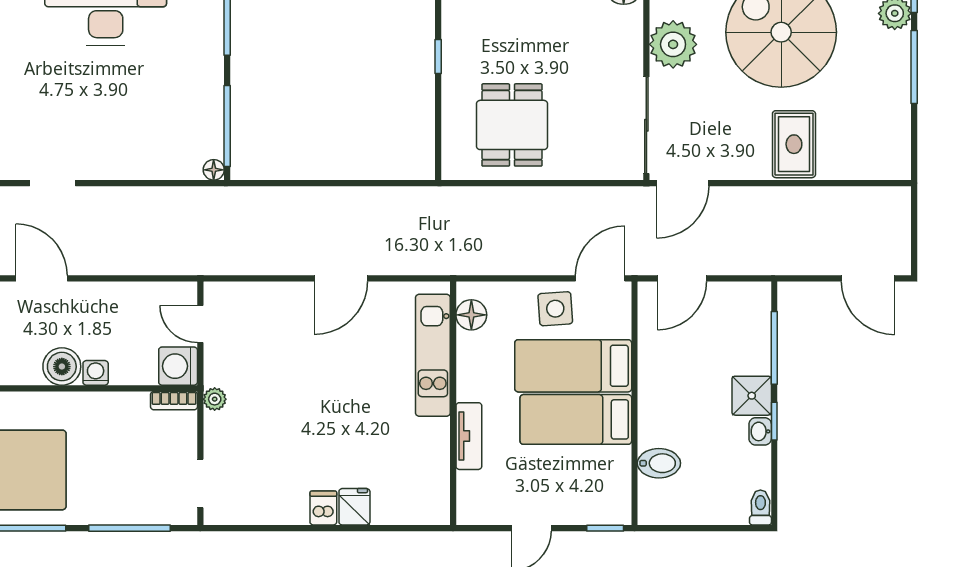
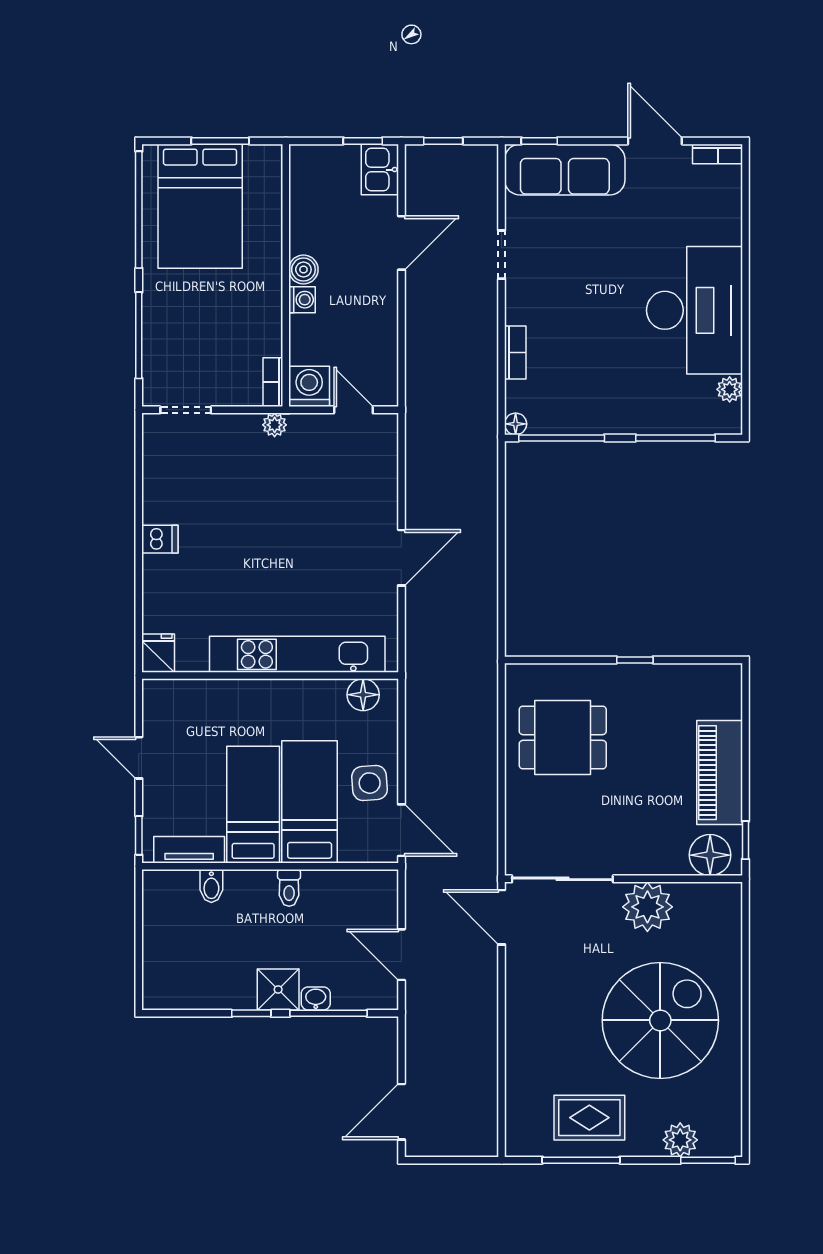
window: (914, 67) -> (581, 1160), moved
rug: (794, 144) -> (589, 1118), moved
bookcase: (146, 170) -> (515, 352), added
door: (341, 278) -> (401, 558), swing flipped
door: (682, 278) -> (401, 955), moved
door: (200, 324) -> (353, 410), hinge flipped
kitchen unit: (433, 355) -> (297, 654), width x1.36
boiler: (62, 367) -> (303, 270), width x0.73, depth x0.73
washbasin: (760, 431) -> (316, 998), moved
tv unit: (469, 436) -> (189, 850), moved, turned 180
bidet: (659, 463) -> (211, 886), width x0.72, depth x0.74
fridge: (354, 507) -> (158, 653), moved, turned -90
toilet: (760, 508) -> (289, 888), moved, turned 90

